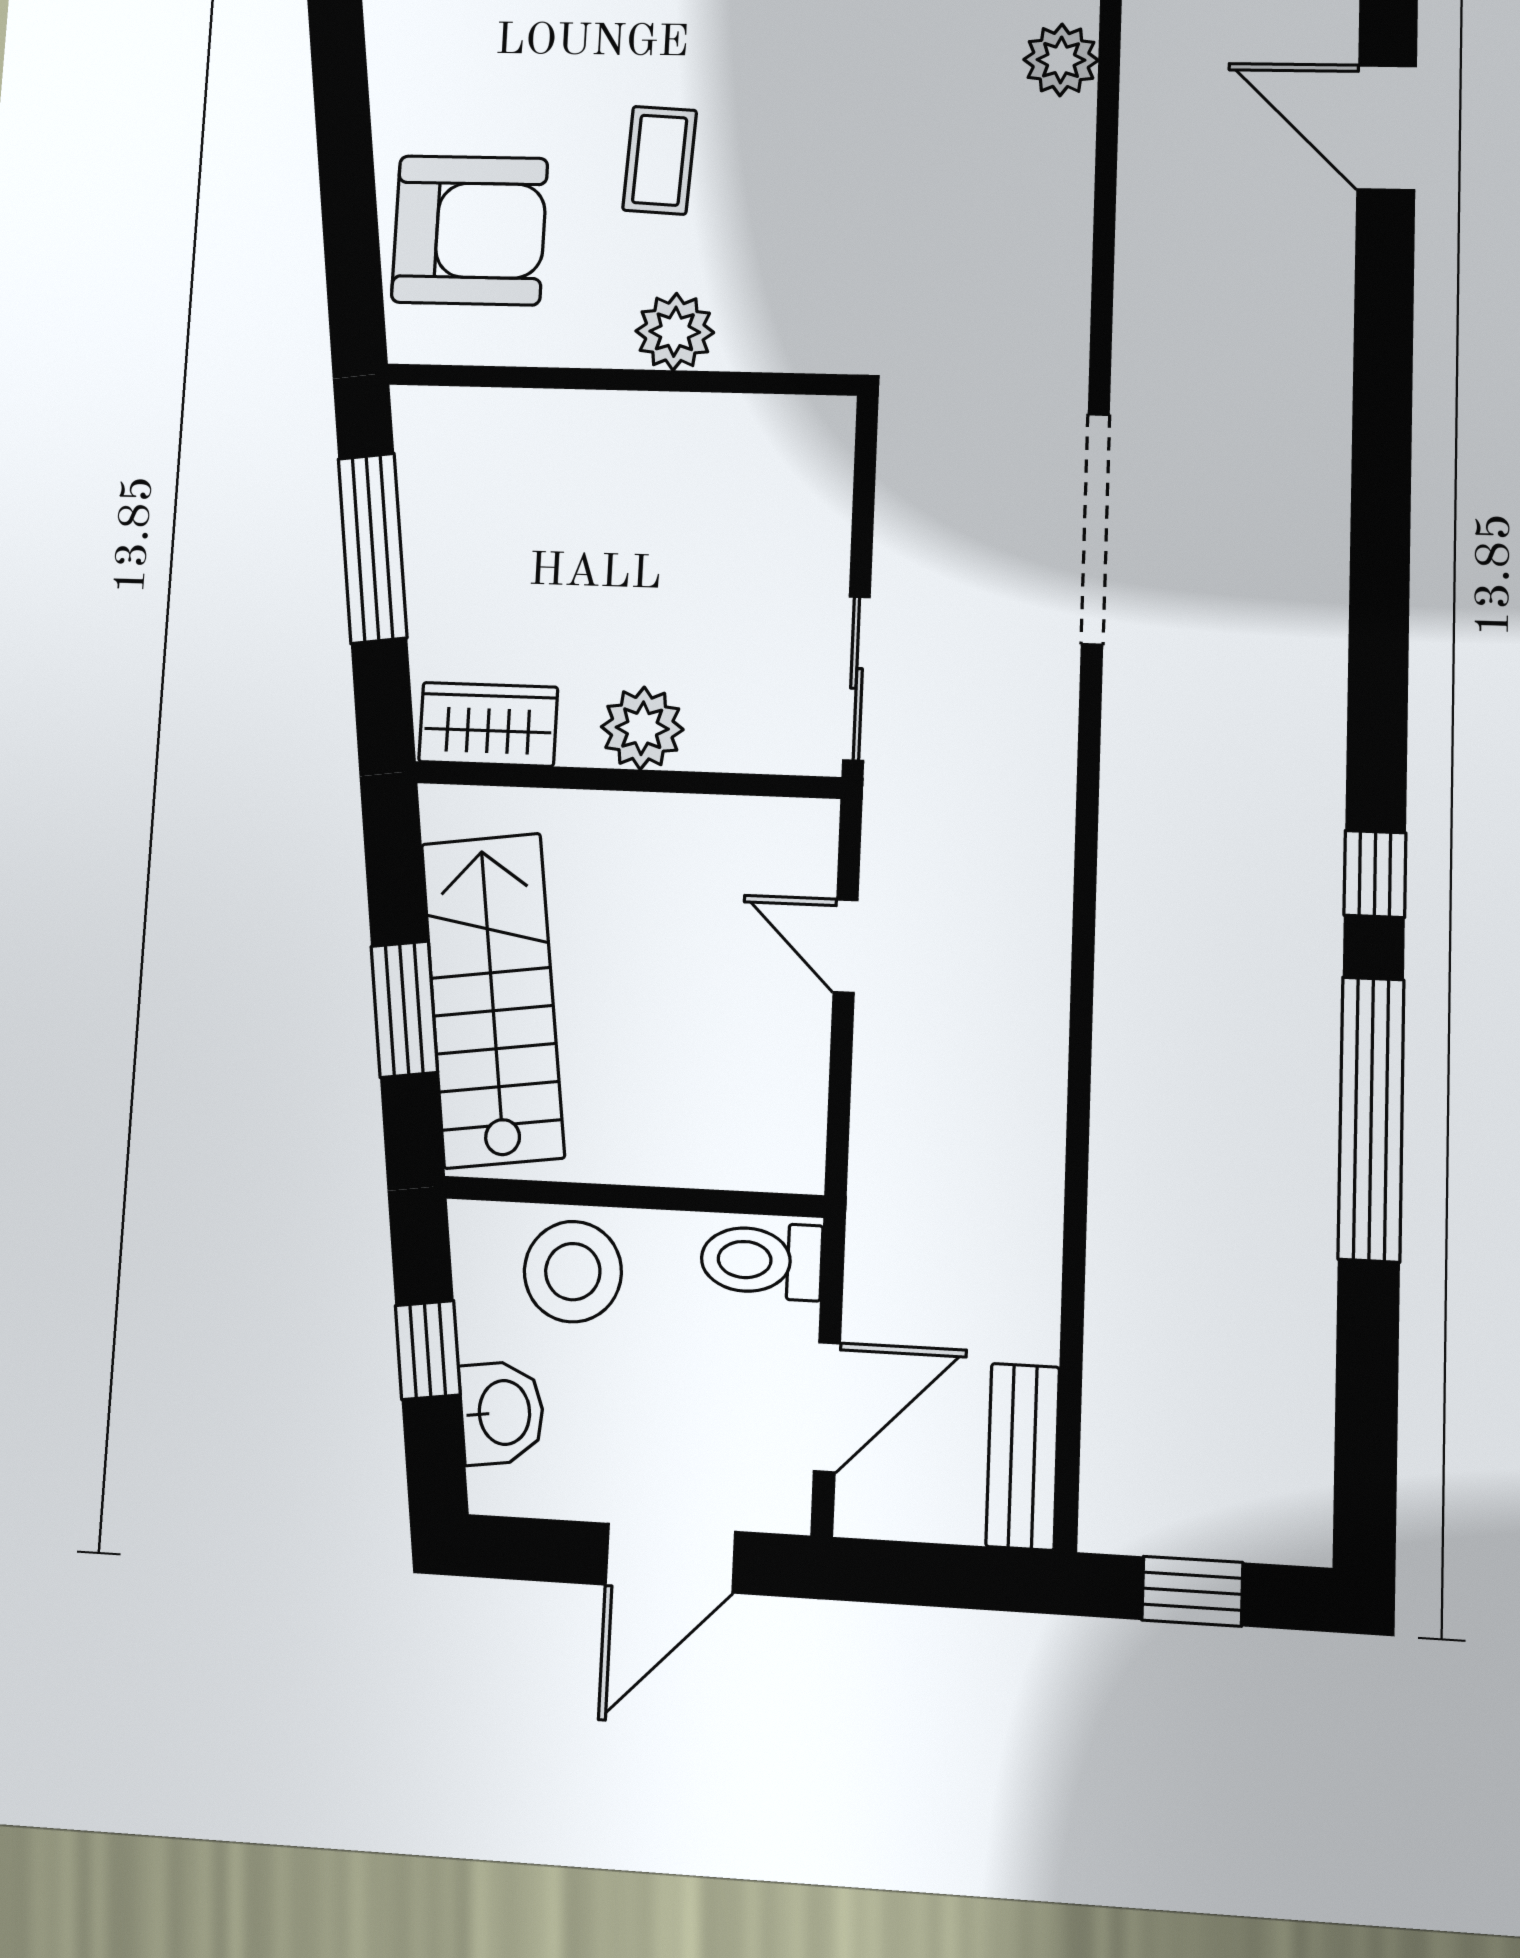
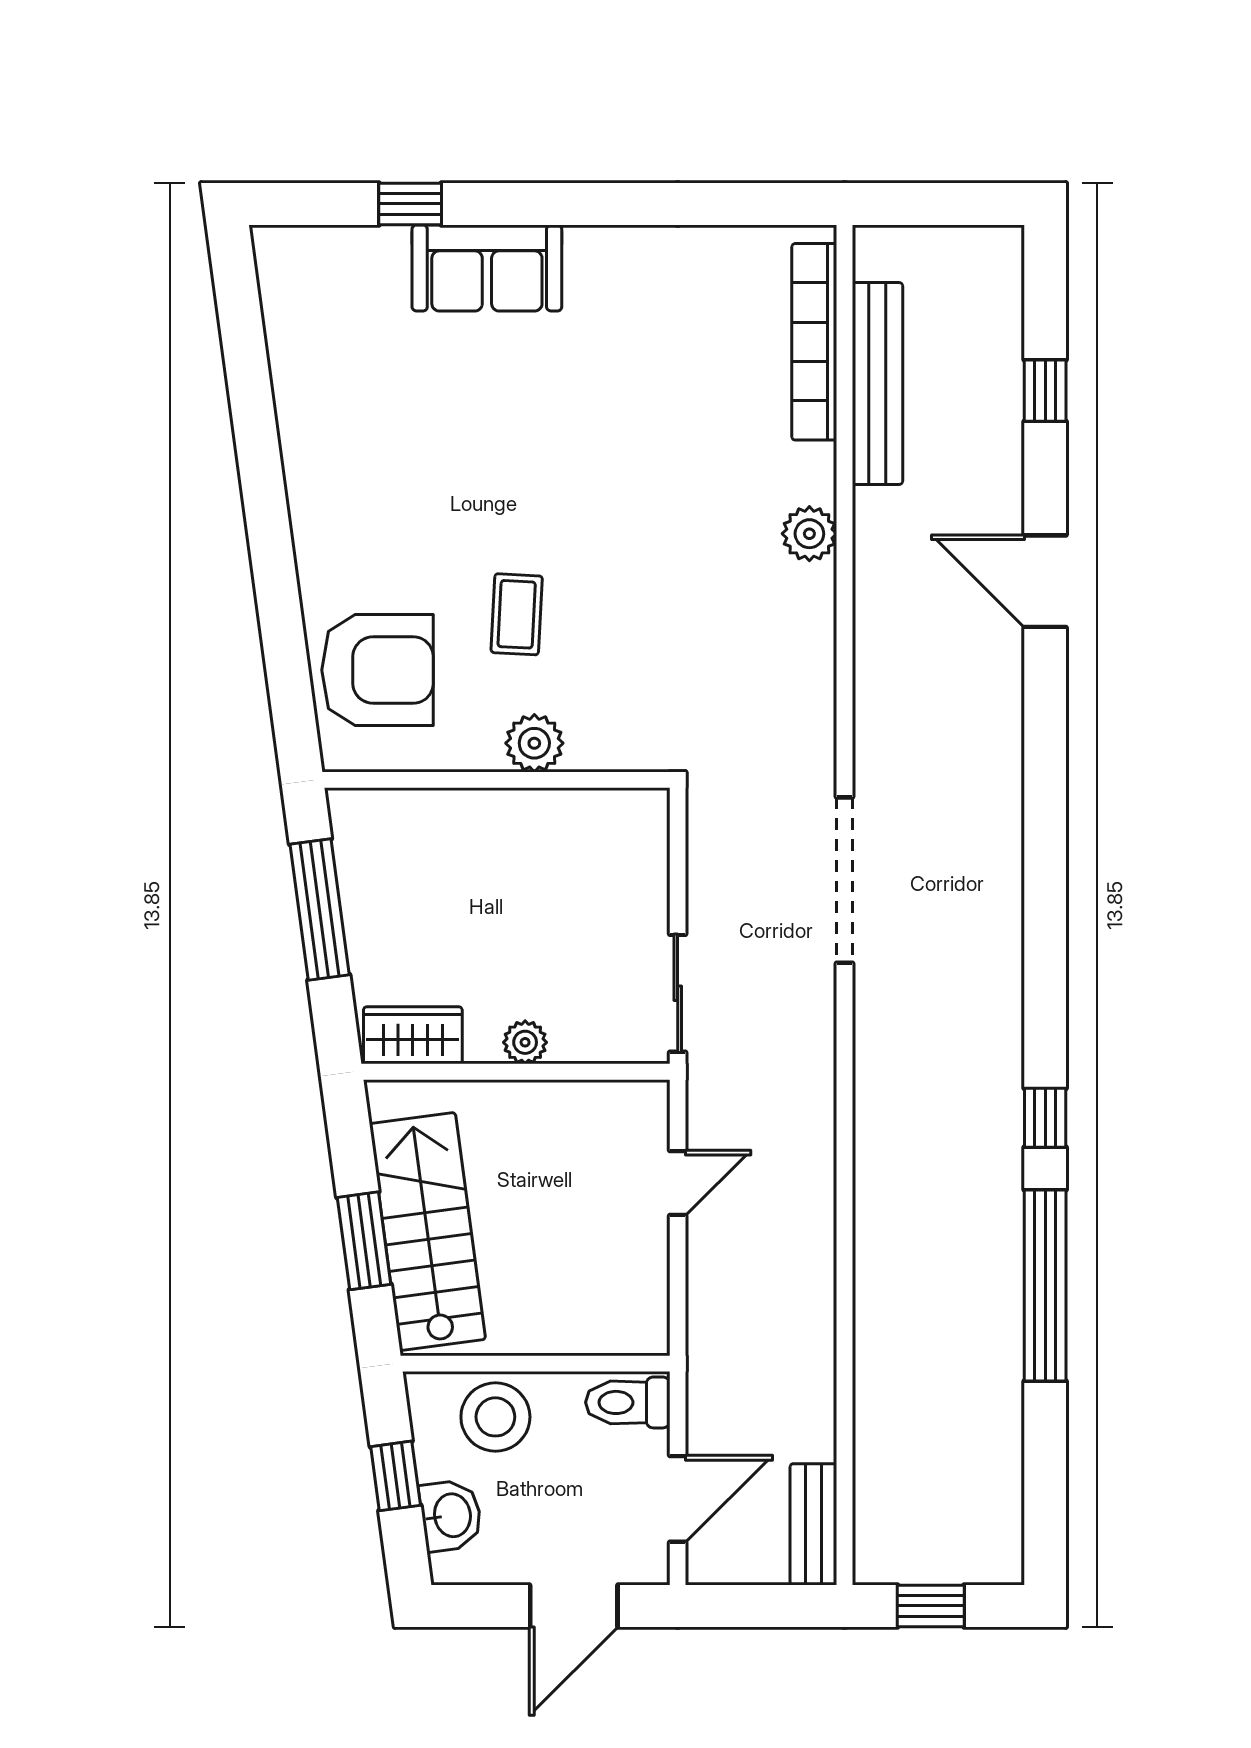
plant: (642, 728) -> (525, 1042), width x0.73, depth x0.73
door: (846, 946) -> (678, 1183), swing flipped

